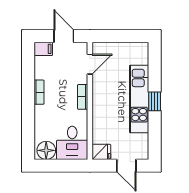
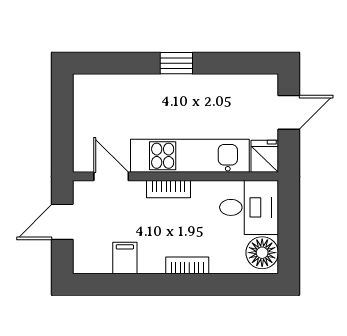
filing cabinet: (43, 49) -> (125, 258), moved
bookcase: (39, 92) -> (187, 265), moved
kitchen unit: (139, 99) -> (190, 156), moved, turned 180

